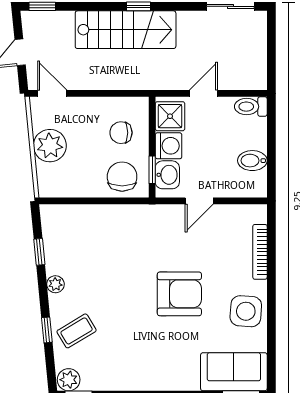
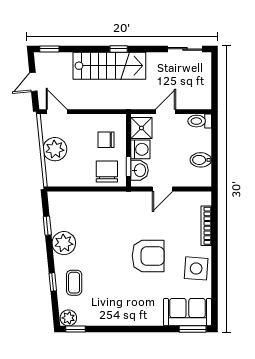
plant: (55, 284) -> (64, 243), width x1.87, depth x1.87
coffee table: (77, 331) -> (74, 283), turned -59

